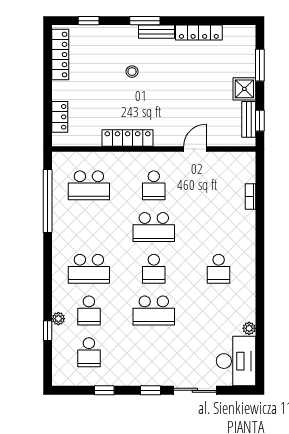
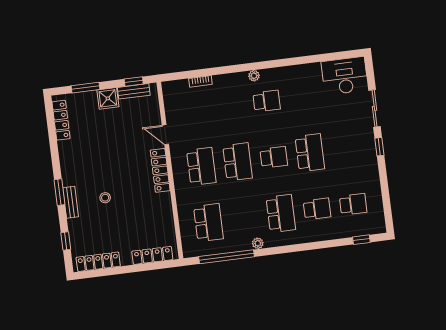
bench: (156, 32) -> (71, 202), moved
locker: (199, 33) -> (61, 120), moved
locker: (60, 117) -> (152, 255), width x1.53
locker: (128, 138) -> (160, 170), moved
school desk: (154, 185) -> (201, 166), width x1.85
plant: (58, 319) -> (258, 243), moved
plant: (249, 328) -> (254, 76), moved
window: (48, 331) -> (361, 240), moved
window: (104, 390) -> (384, 187), removed

